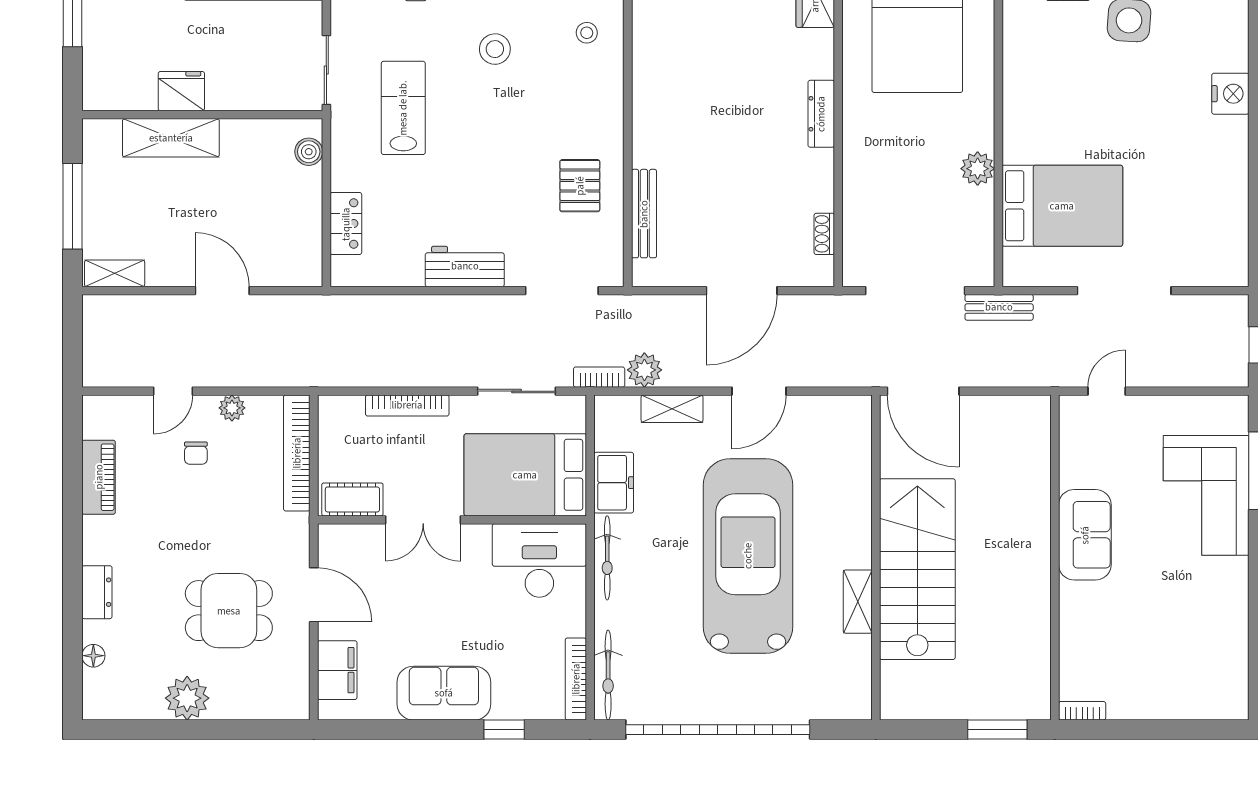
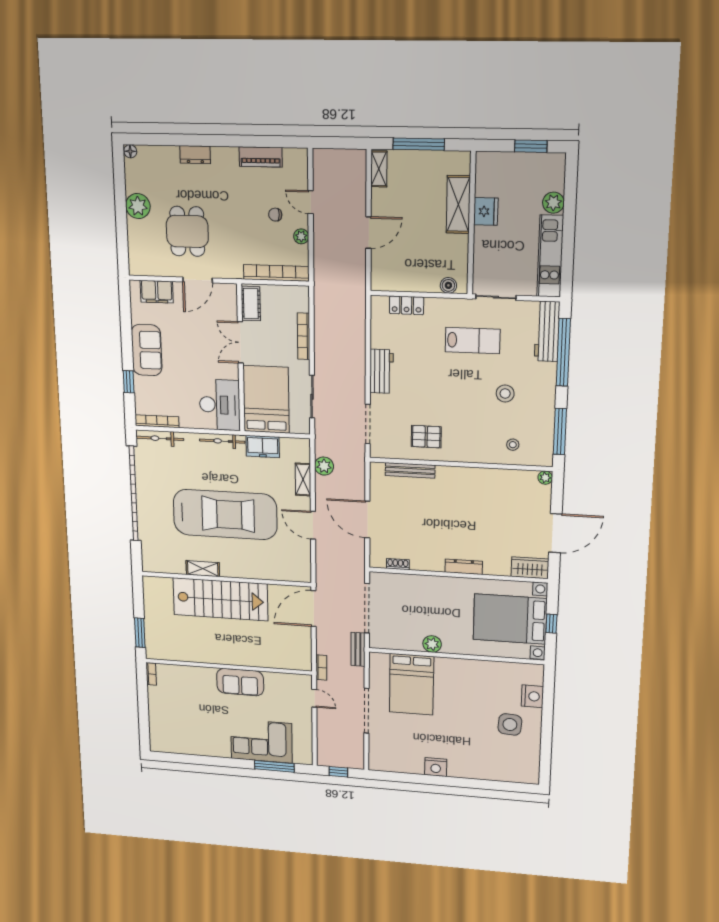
nightstand: (1230, 94) -> (436, 767), moved
bookcase: (599, 377) -> (321, 668), moved
floor lamp: (93, 656) -> (130, 151), moved

